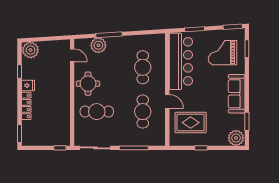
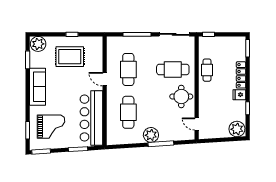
plant: (98, 45) -> (151, 135), moved
cafe table: (61, 111) -> (207, 70), added
rug: (191, 123) -> (70, 57), moved

